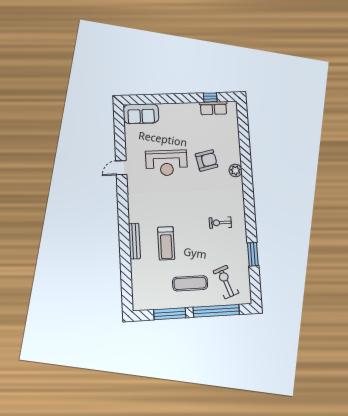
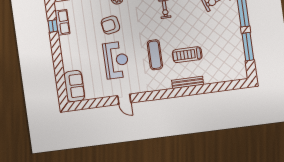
armchair: (207, 160) -> (110, 25), turned -88
treadmill: (166, 243) -> (187, 55), turned 180
exercise mat: (190, 283) -> (155, 55), moved

